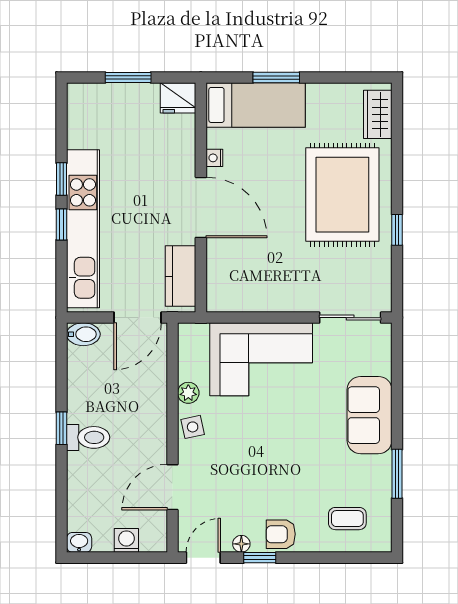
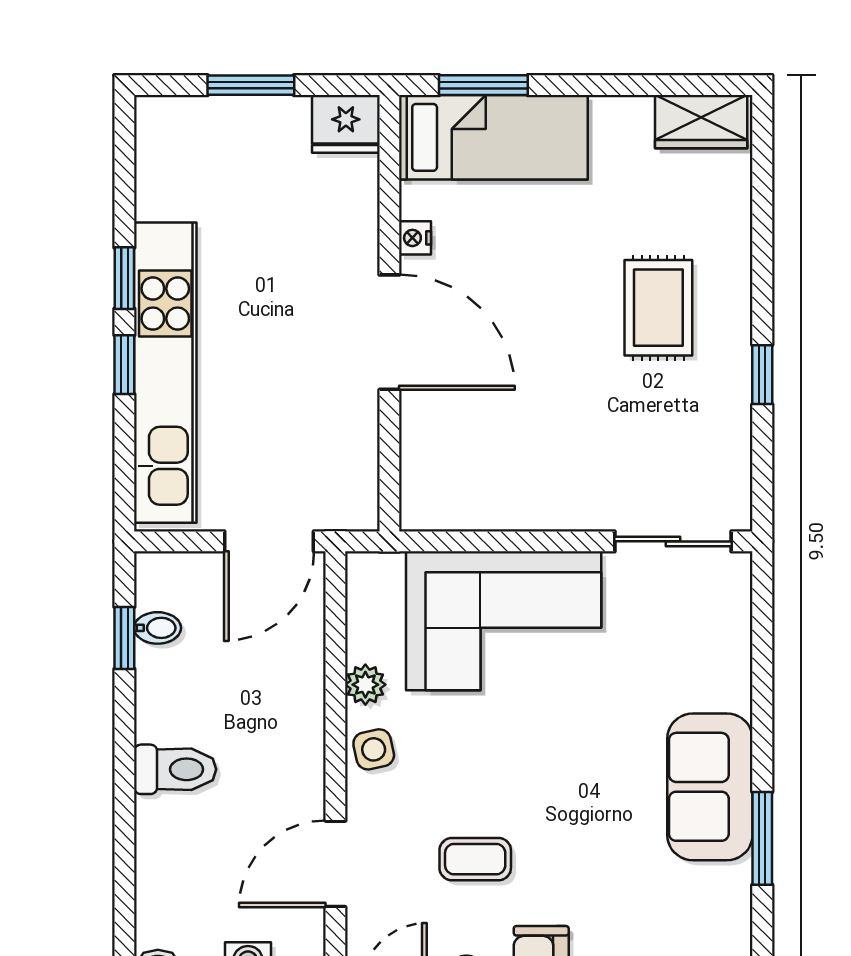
window: (276, 77) -> (483, 85), moved
wardrobe: (378, 114) -> (701, 122), moved, turned -90
rug: (342, 195) -> (658, 308), width x0.54, depth x0.49
kitchen counter: (180, 276) -> (351, 463), removed
bidet: (83, 334) -> (158, 628), moved, width x0.72, depth x0.74
sofa: (369, 415) -> (710, 787), moved
window: (61, 428) -> (124, 638), moved
coffee table: (347, 519) -> (475, 859), moved

